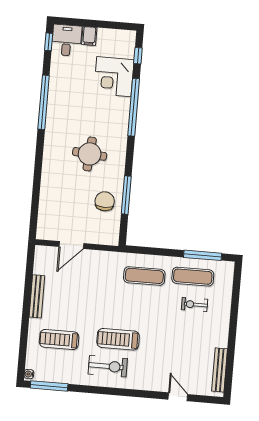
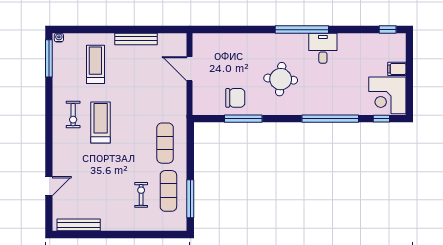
desk: (67, 40) -> (323, 48), moved, turned -90
corner desk: (114, 77) -> (387, 95), moved, turned -90
window: (44, 102) -> (302, 30), moved
exercise bike: (108, 366) -> (73, 115), width x0.73, depth x0.72

